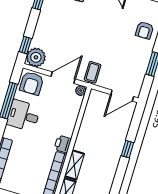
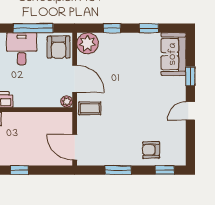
window: (25, 45) -> (112, 28), moved
armchair: (32, 83) -> (59, 47), turned -90

